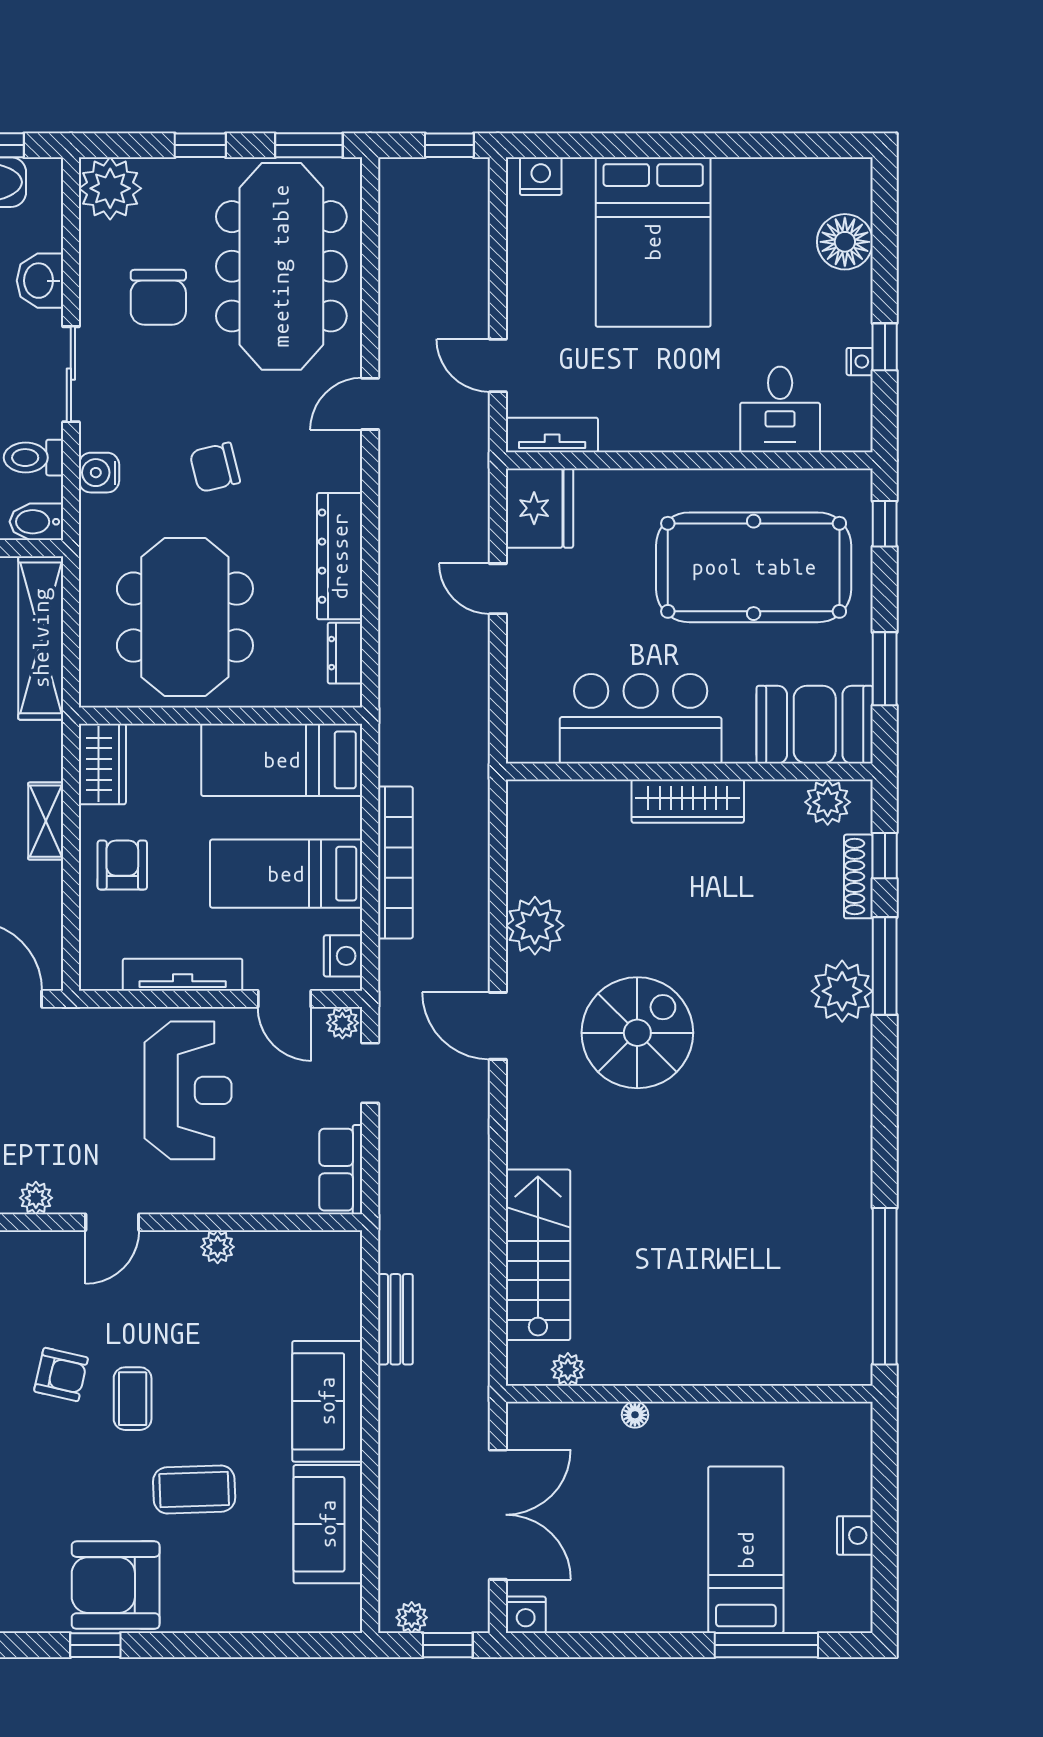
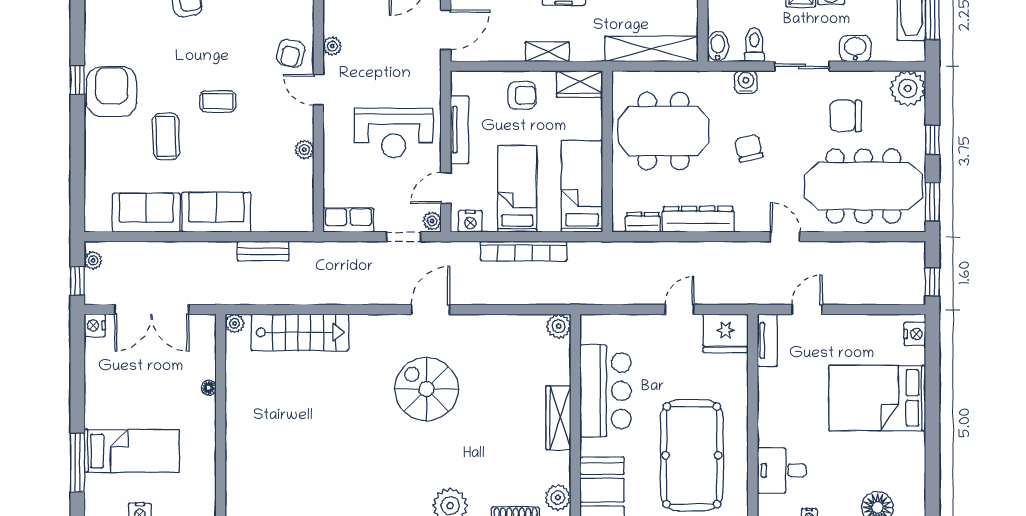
plant: (535, 926) -> (559, 326), moved, width x0.73, depth x0.73
spiral stairs: (637, 1033) -> (426, 389), turned 180
plant: (568, 1369) -> (235, 323), moved
armchair: (61, 1374) -> (291, 53), moved

